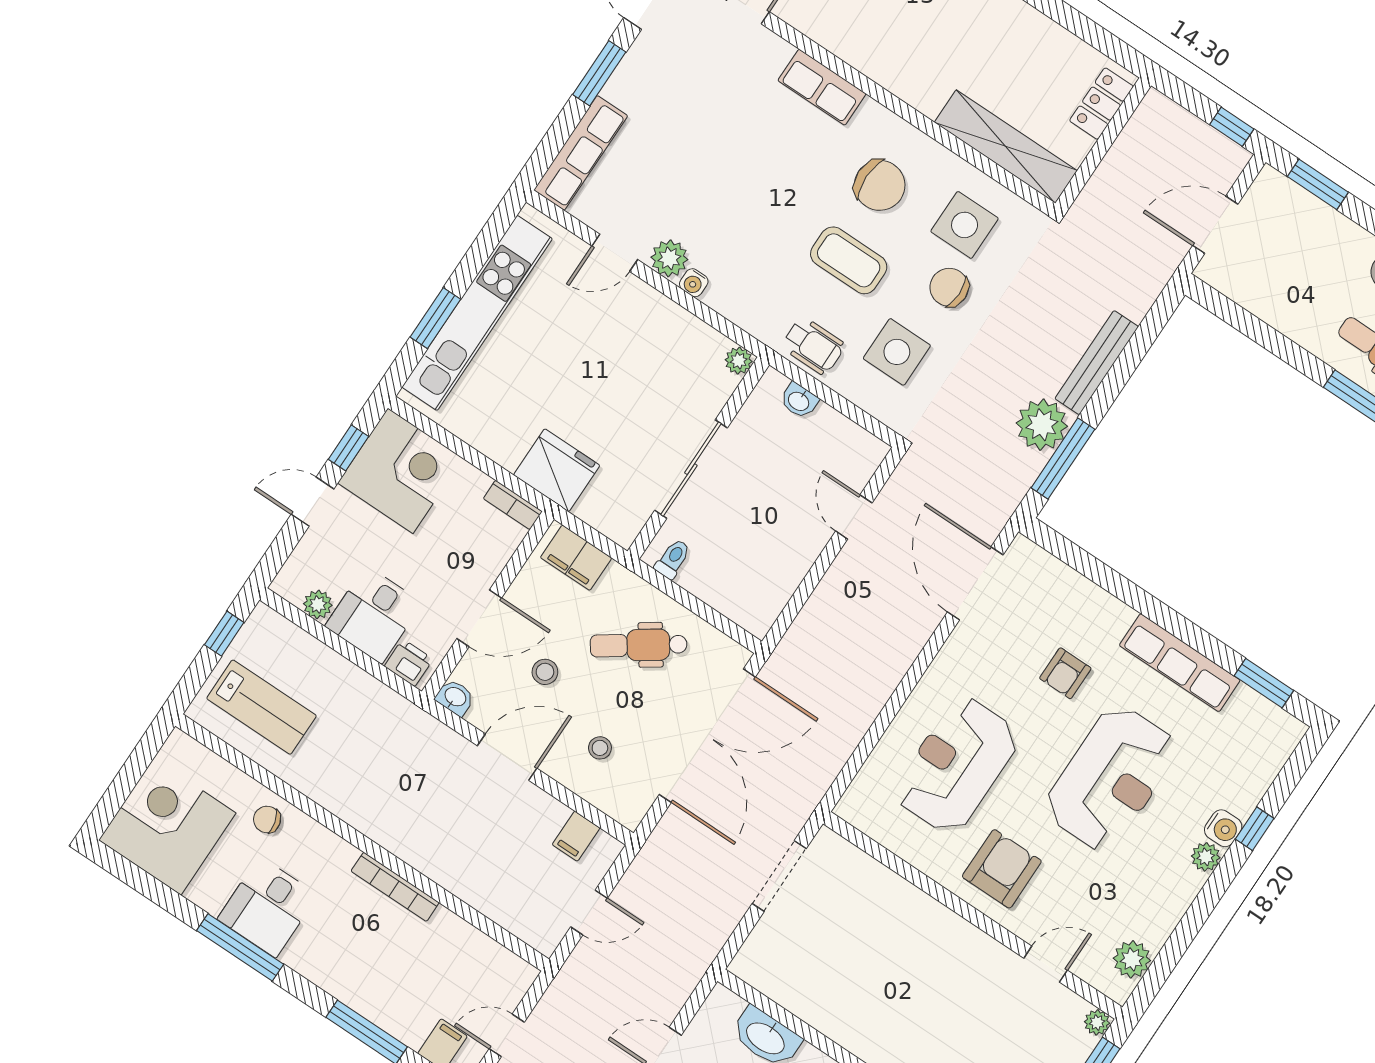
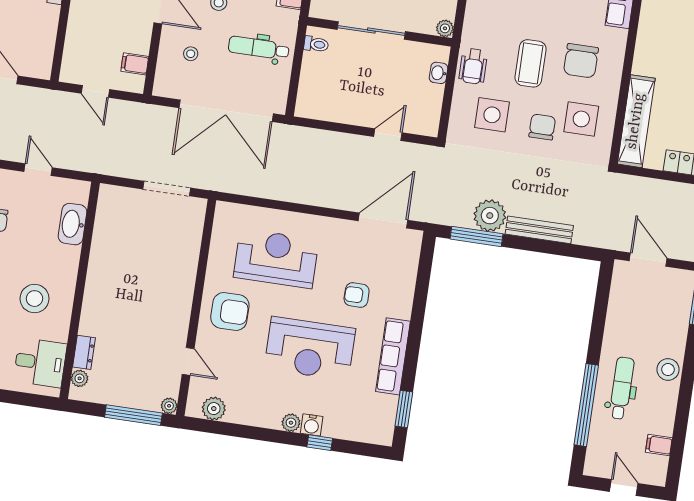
dental chair: (639, 645) -> (259, 48), turned -55

